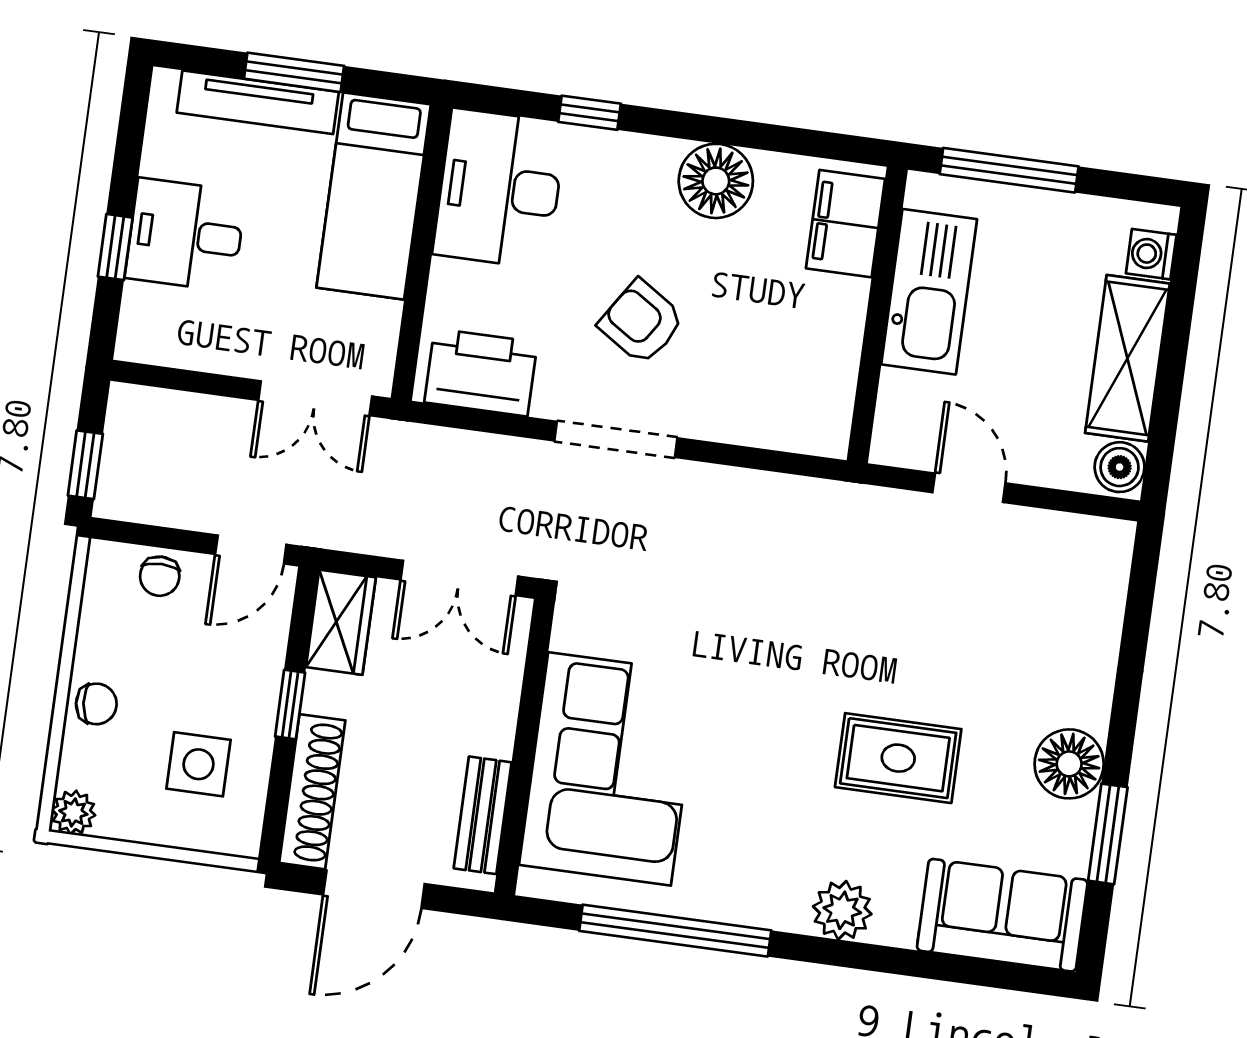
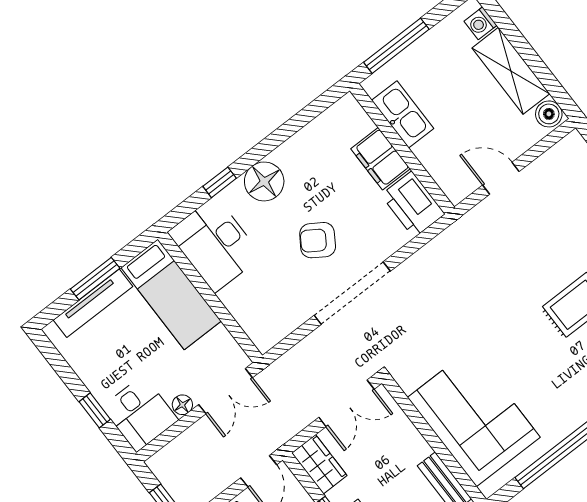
floor lamp: (716, 181) -> (264, 181), moved
filing cabinet: (846, 224) -> (380, 159), moved
desk: (186, 235) -> (140, 414), moved, turned -90
kitchen sink: (929, 292) -> (403, 114), width x0.73, depth x0.81
floor lamp: (239, 358) -> (182, 405), added
printer: (481, 372) -> (413, 204), moved, turned -90
doorway: (616, 439) -> (352, 293), width x1.36

